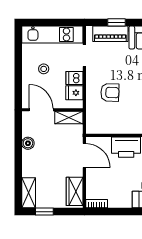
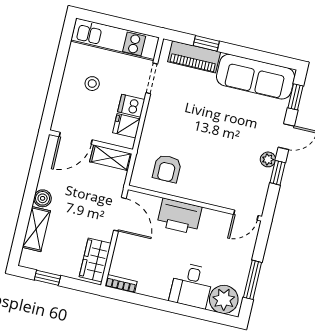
armchair: (110, 92) -> (167, 169), moved, turned 88
door: (41, 110) -> (76, 138), swing flipped
boiler: (28, 143) -> (43, 198), moved
shelving: (29, 193) -> (36, 229), moved

